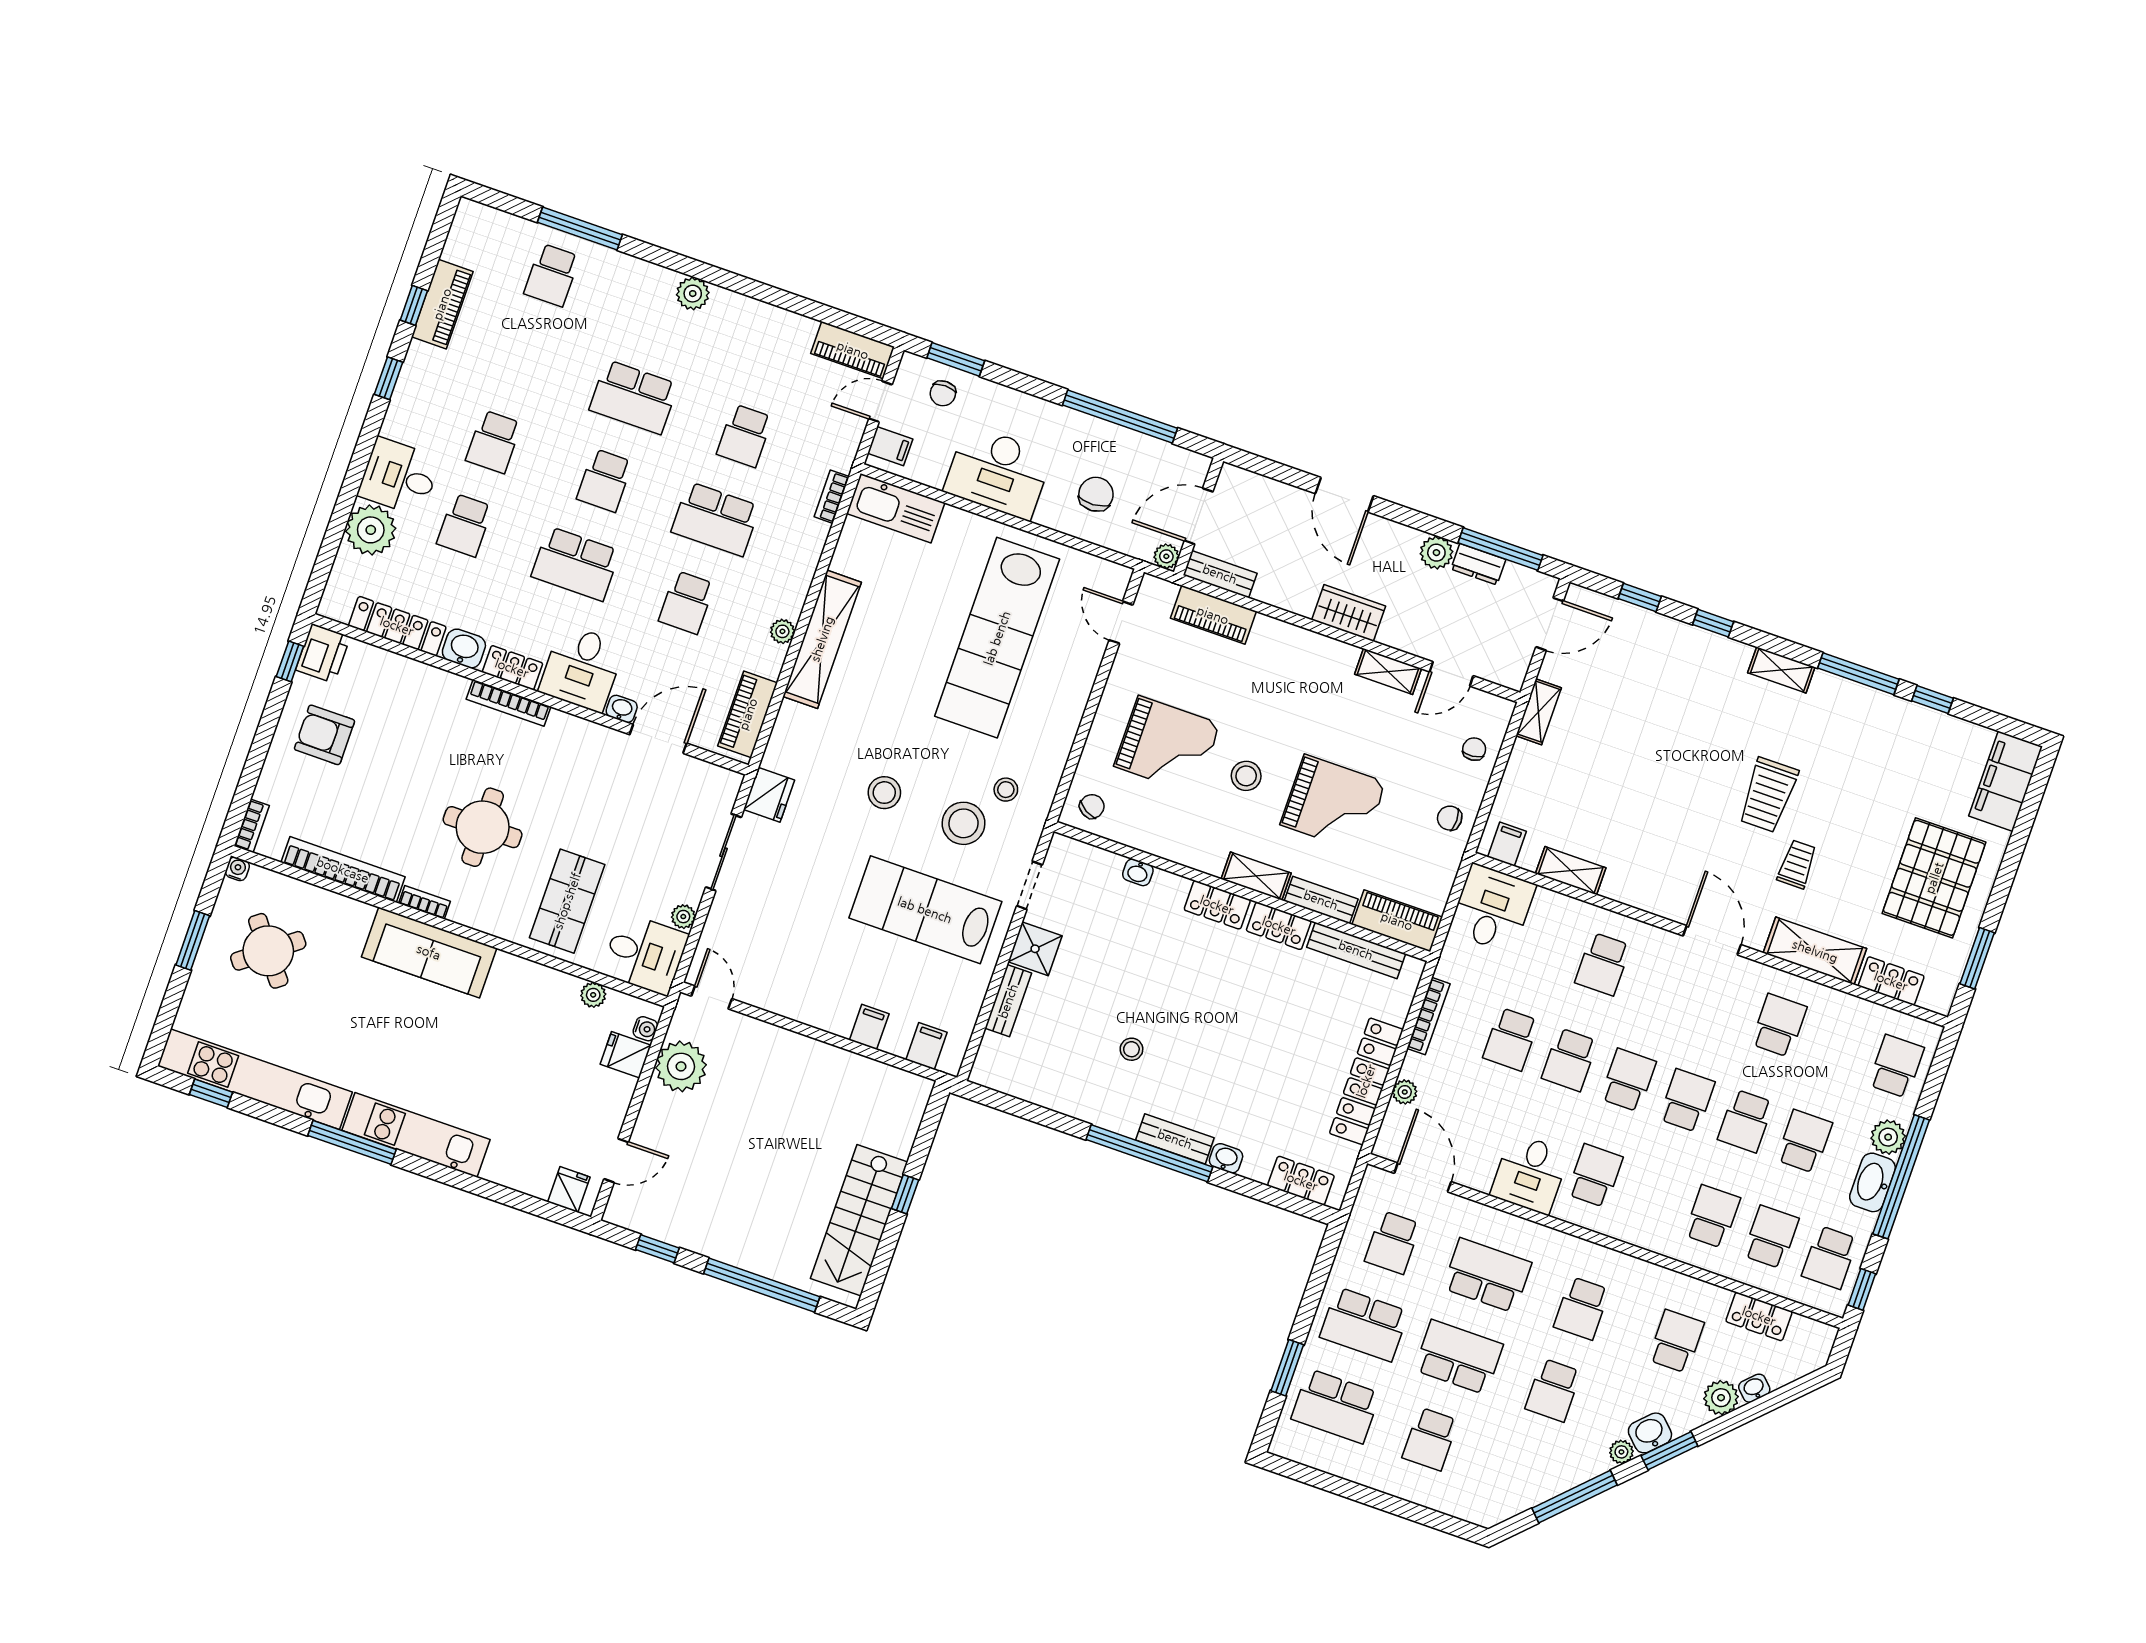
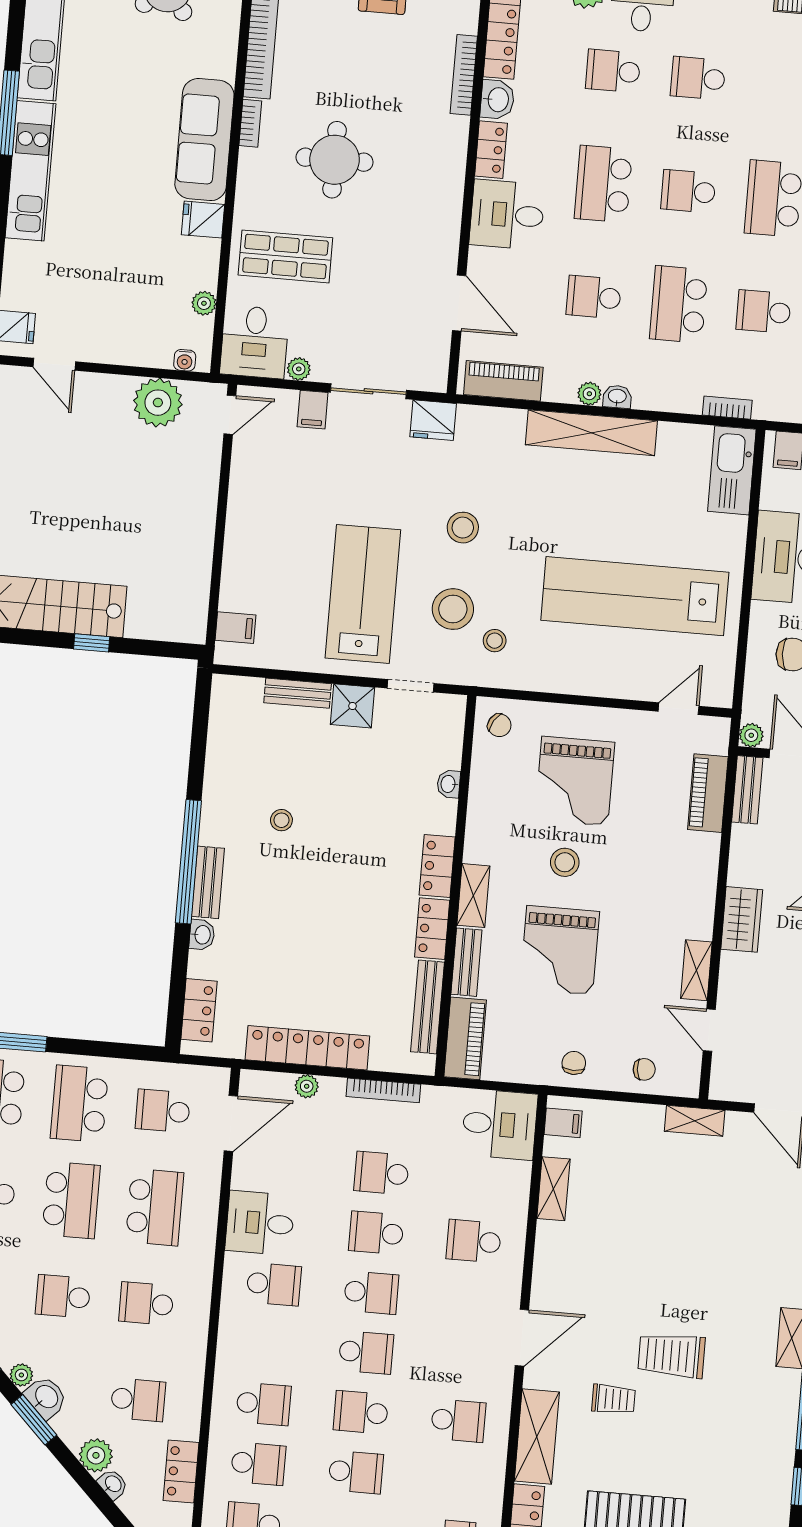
bookcase: (509, 703) -> (464, 75), moved
washbasin: (622, 709) -> (617, 397), moved, turned -90
filing cabinet: (869, 1027) -> (313, 410), moved, turned 90
fridge: (626, 1055) -> (203, 220), moved, turned -90

